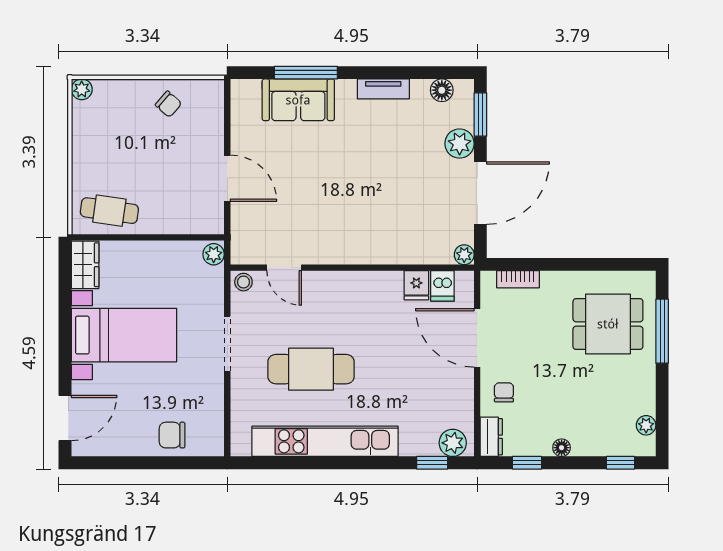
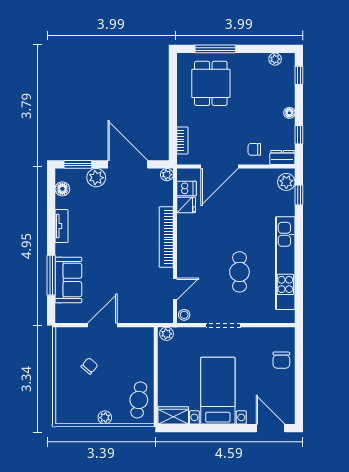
plant: (82, 89) -> (105, 418), moved
chair: (168, 104) -> (89, 366), moved
door: (227, 178) -> (102, 325), moved
bookcase: (366, 254) -> (166, 237), added
cafe table: (311, 369) -> (239, 272), width x0.73, depth x0.74

